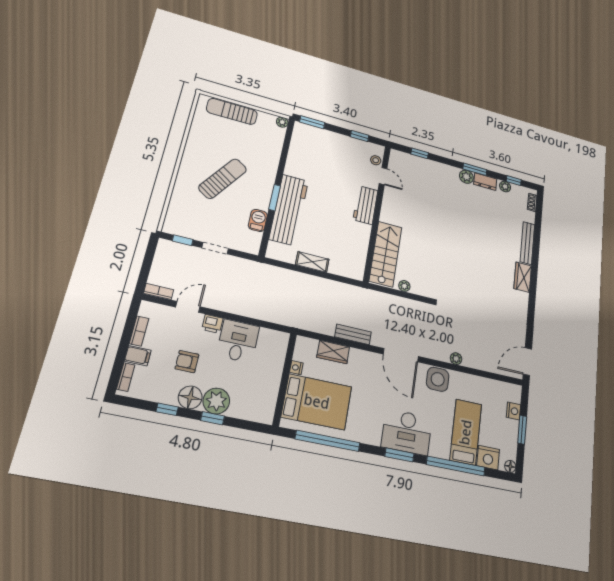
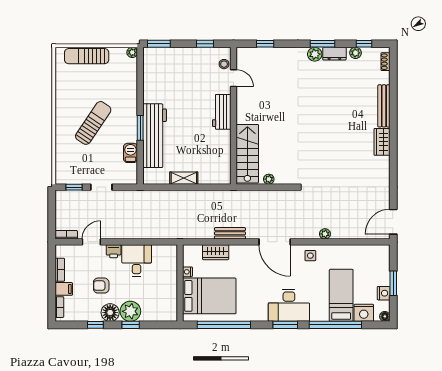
side table: (438, 379) -> (310, 256), width x0.54, depth x0.54
nightstand: (513, 411) -> (384, 293), moved

